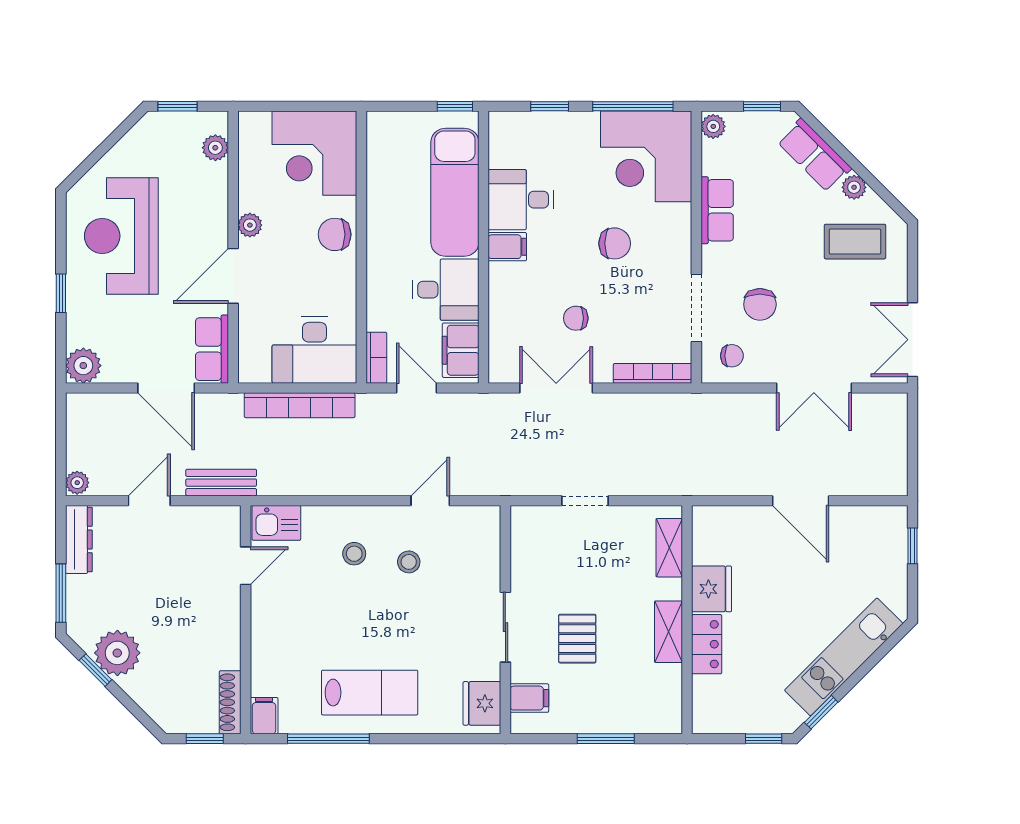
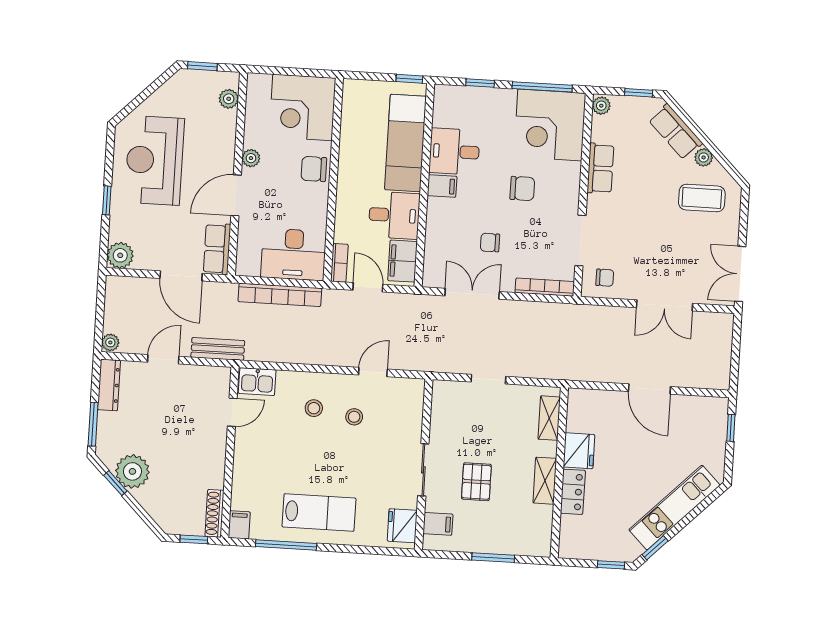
chair: (760, 304) -> (628, 241), removed

